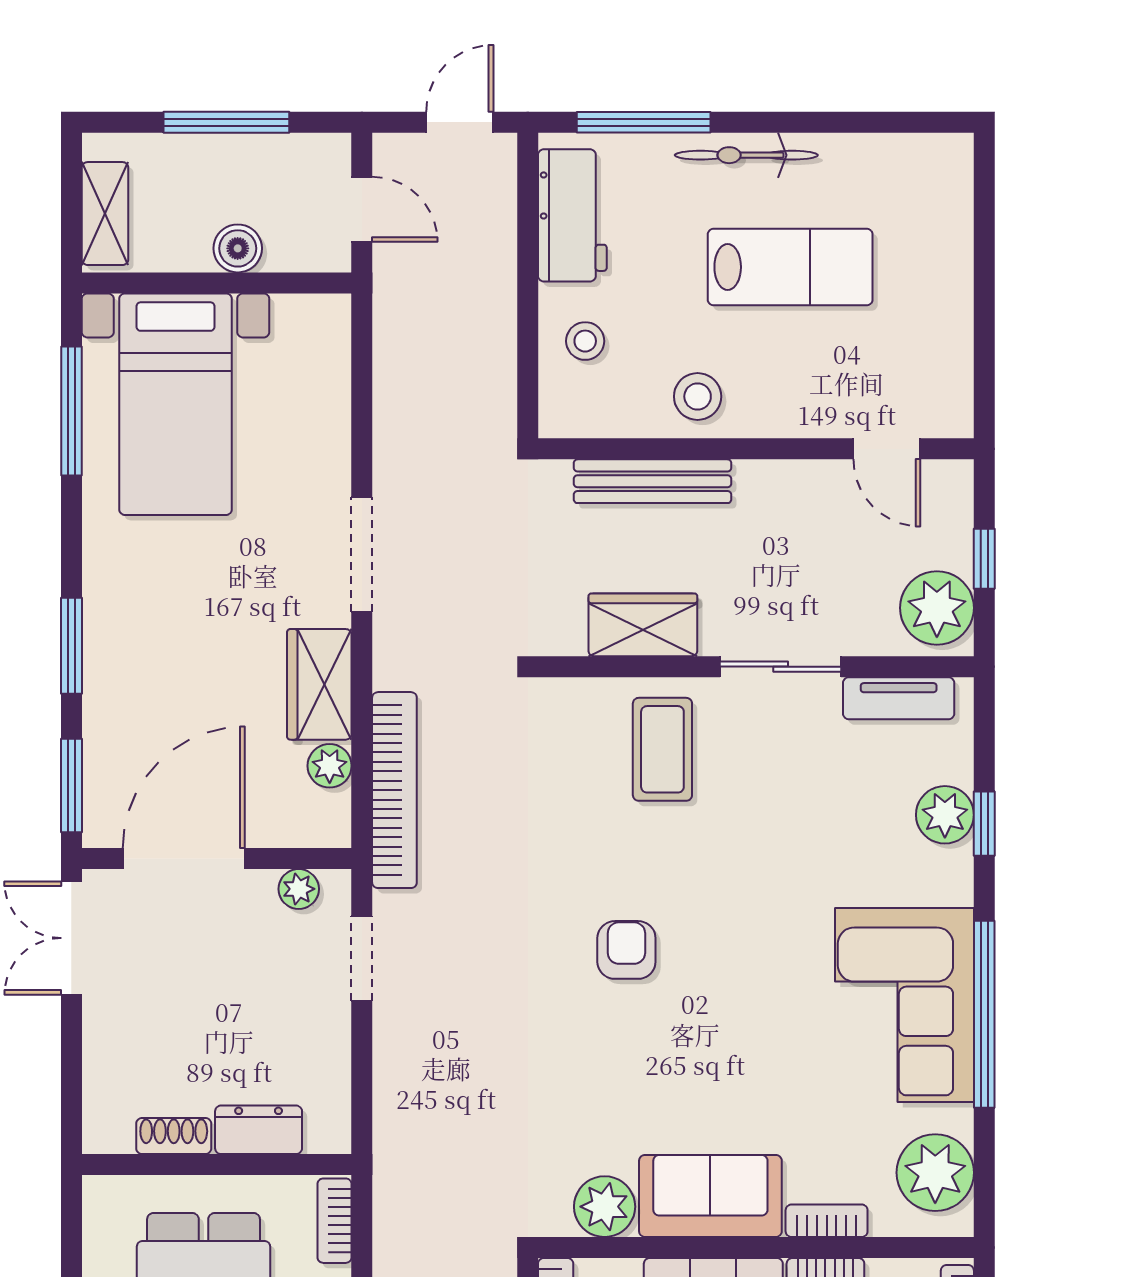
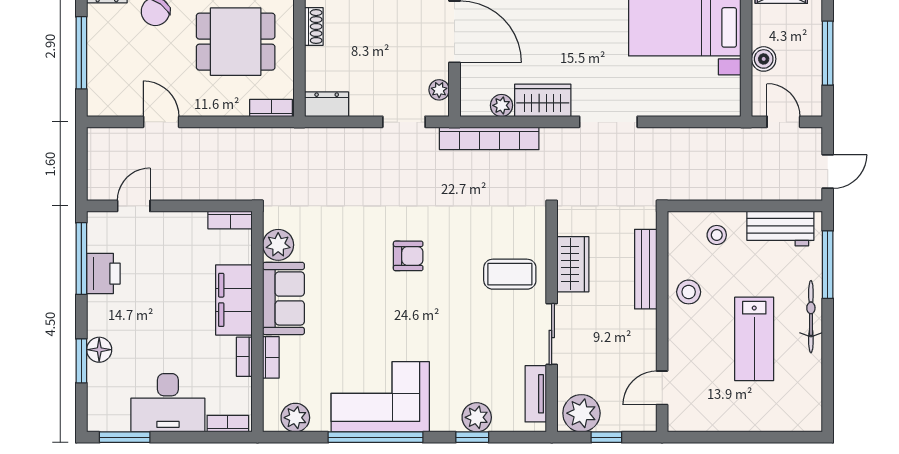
door: (460, 122) -> (828, 172), hinge flipped
door: (362, 209) -> (783, 122), swing flipped
dresser: (259, 1130) -> (327, 104), moved, turned -90
plant: (935, 1173) -> (295, 418), width x0.73, depth x0.73

